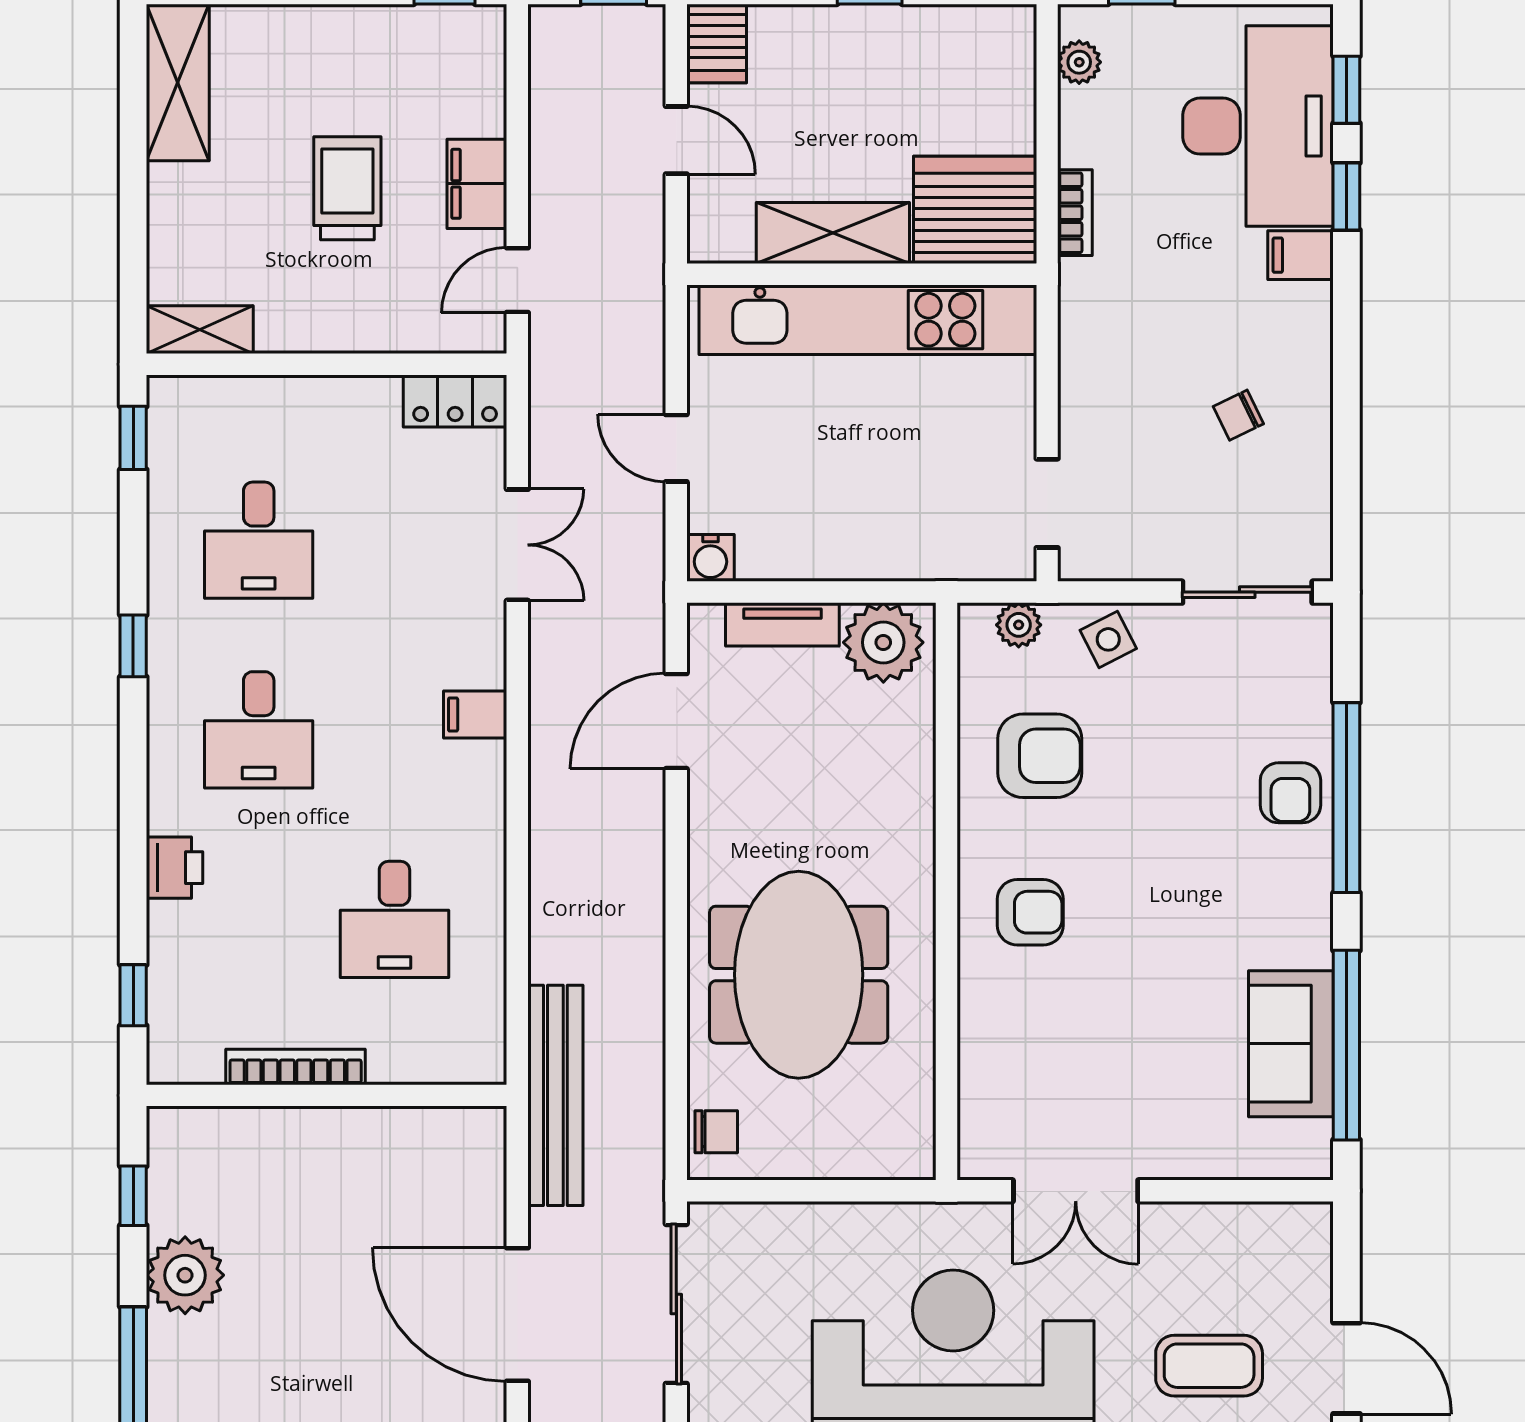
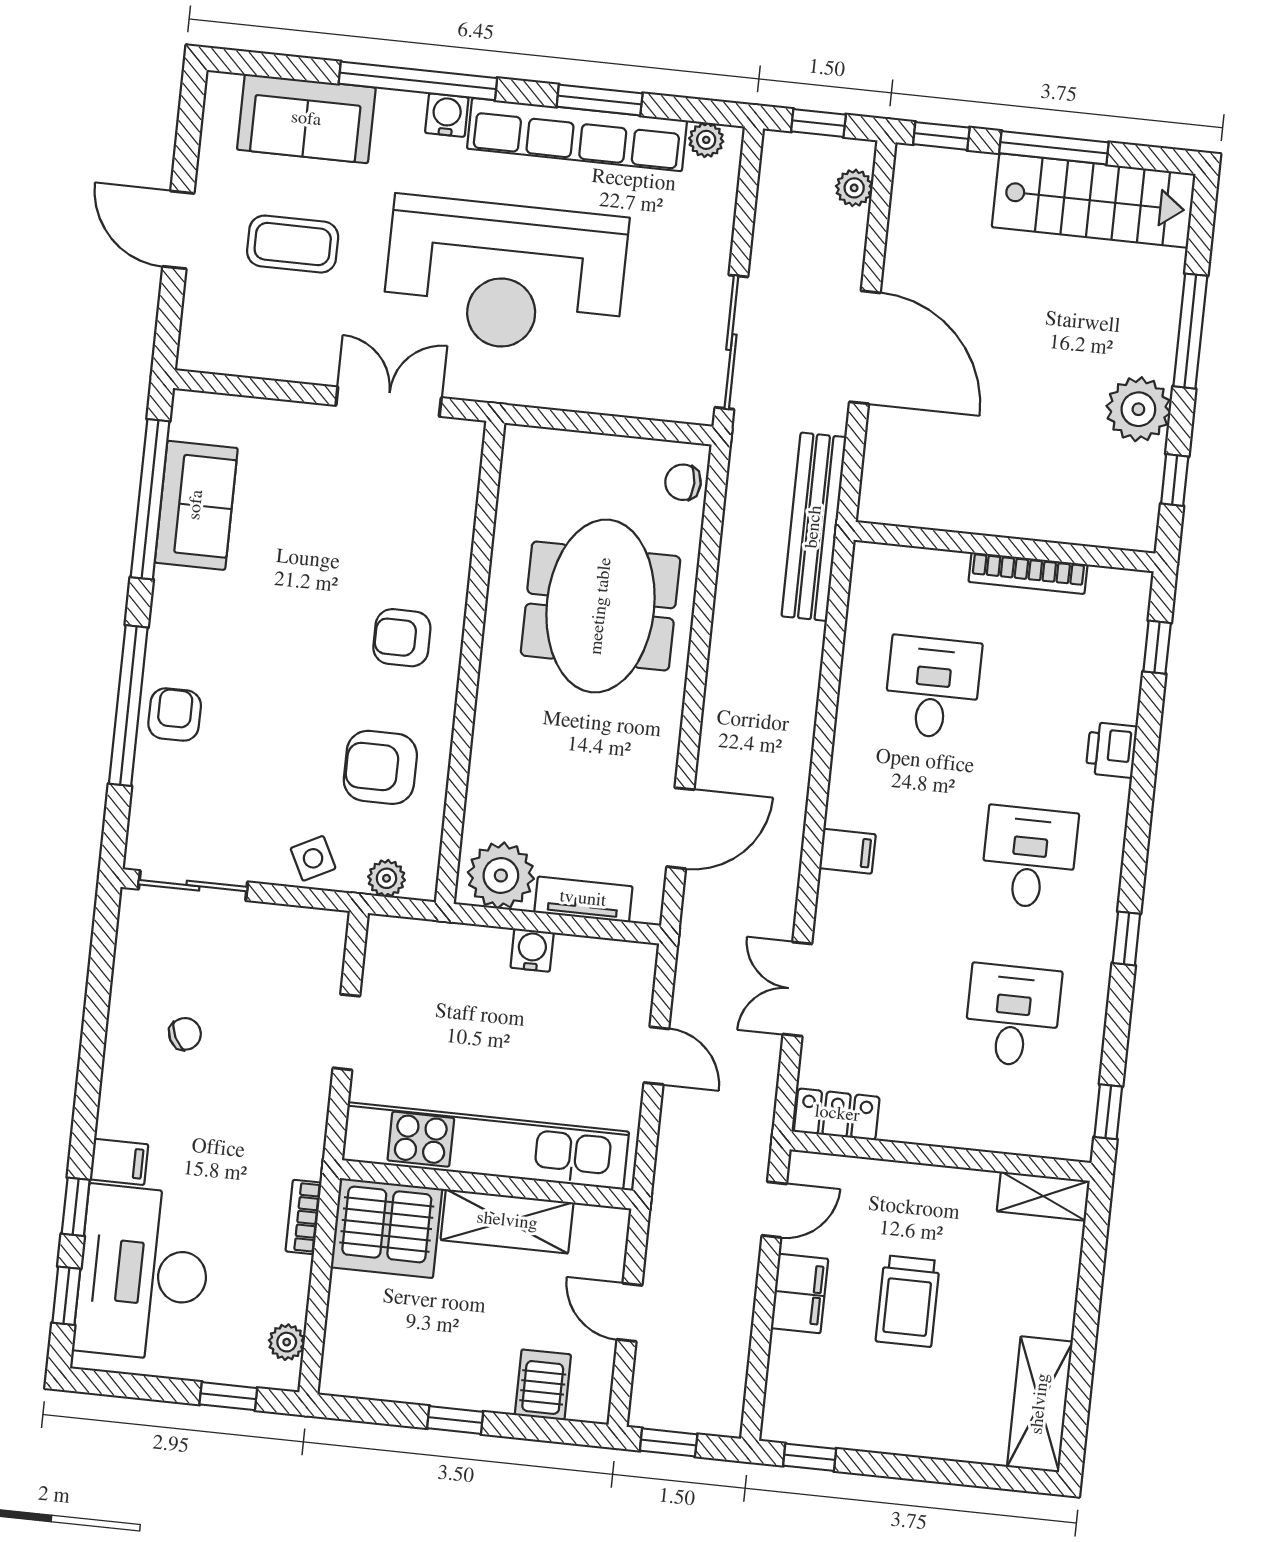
server rack: (717, 44) -> (543, 1385), moved
doorway: (1047, 503) -> (346, 1032), moved
water cooler: (710, 558) -> (532, 950), moved

